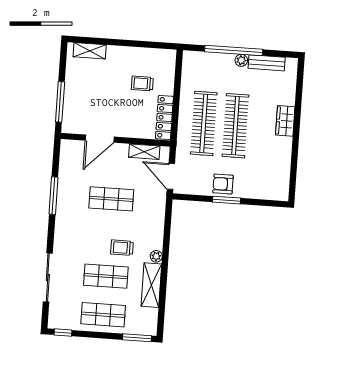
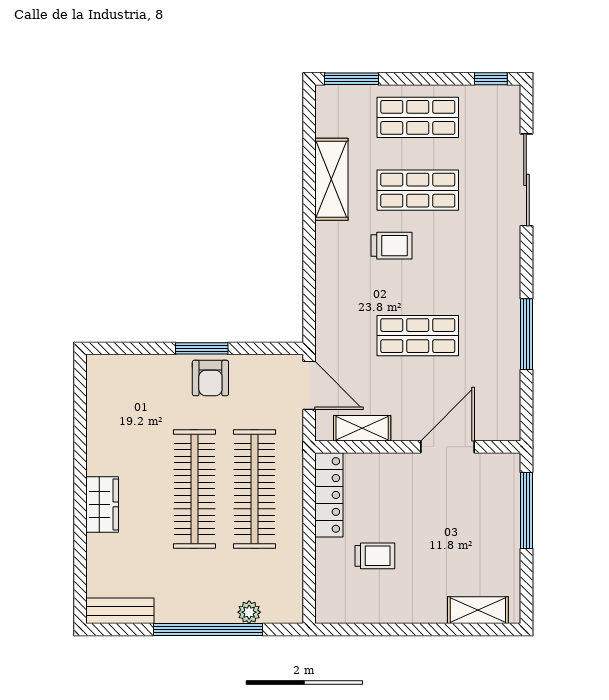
plant: (241, 60) -> (249, 612), moved
bench: (267, 63) -> (120, 611), moved
armchair: (223, 184) -> (210, 378), turned 90
plant: (156, 256) -> (326, 234), removed

